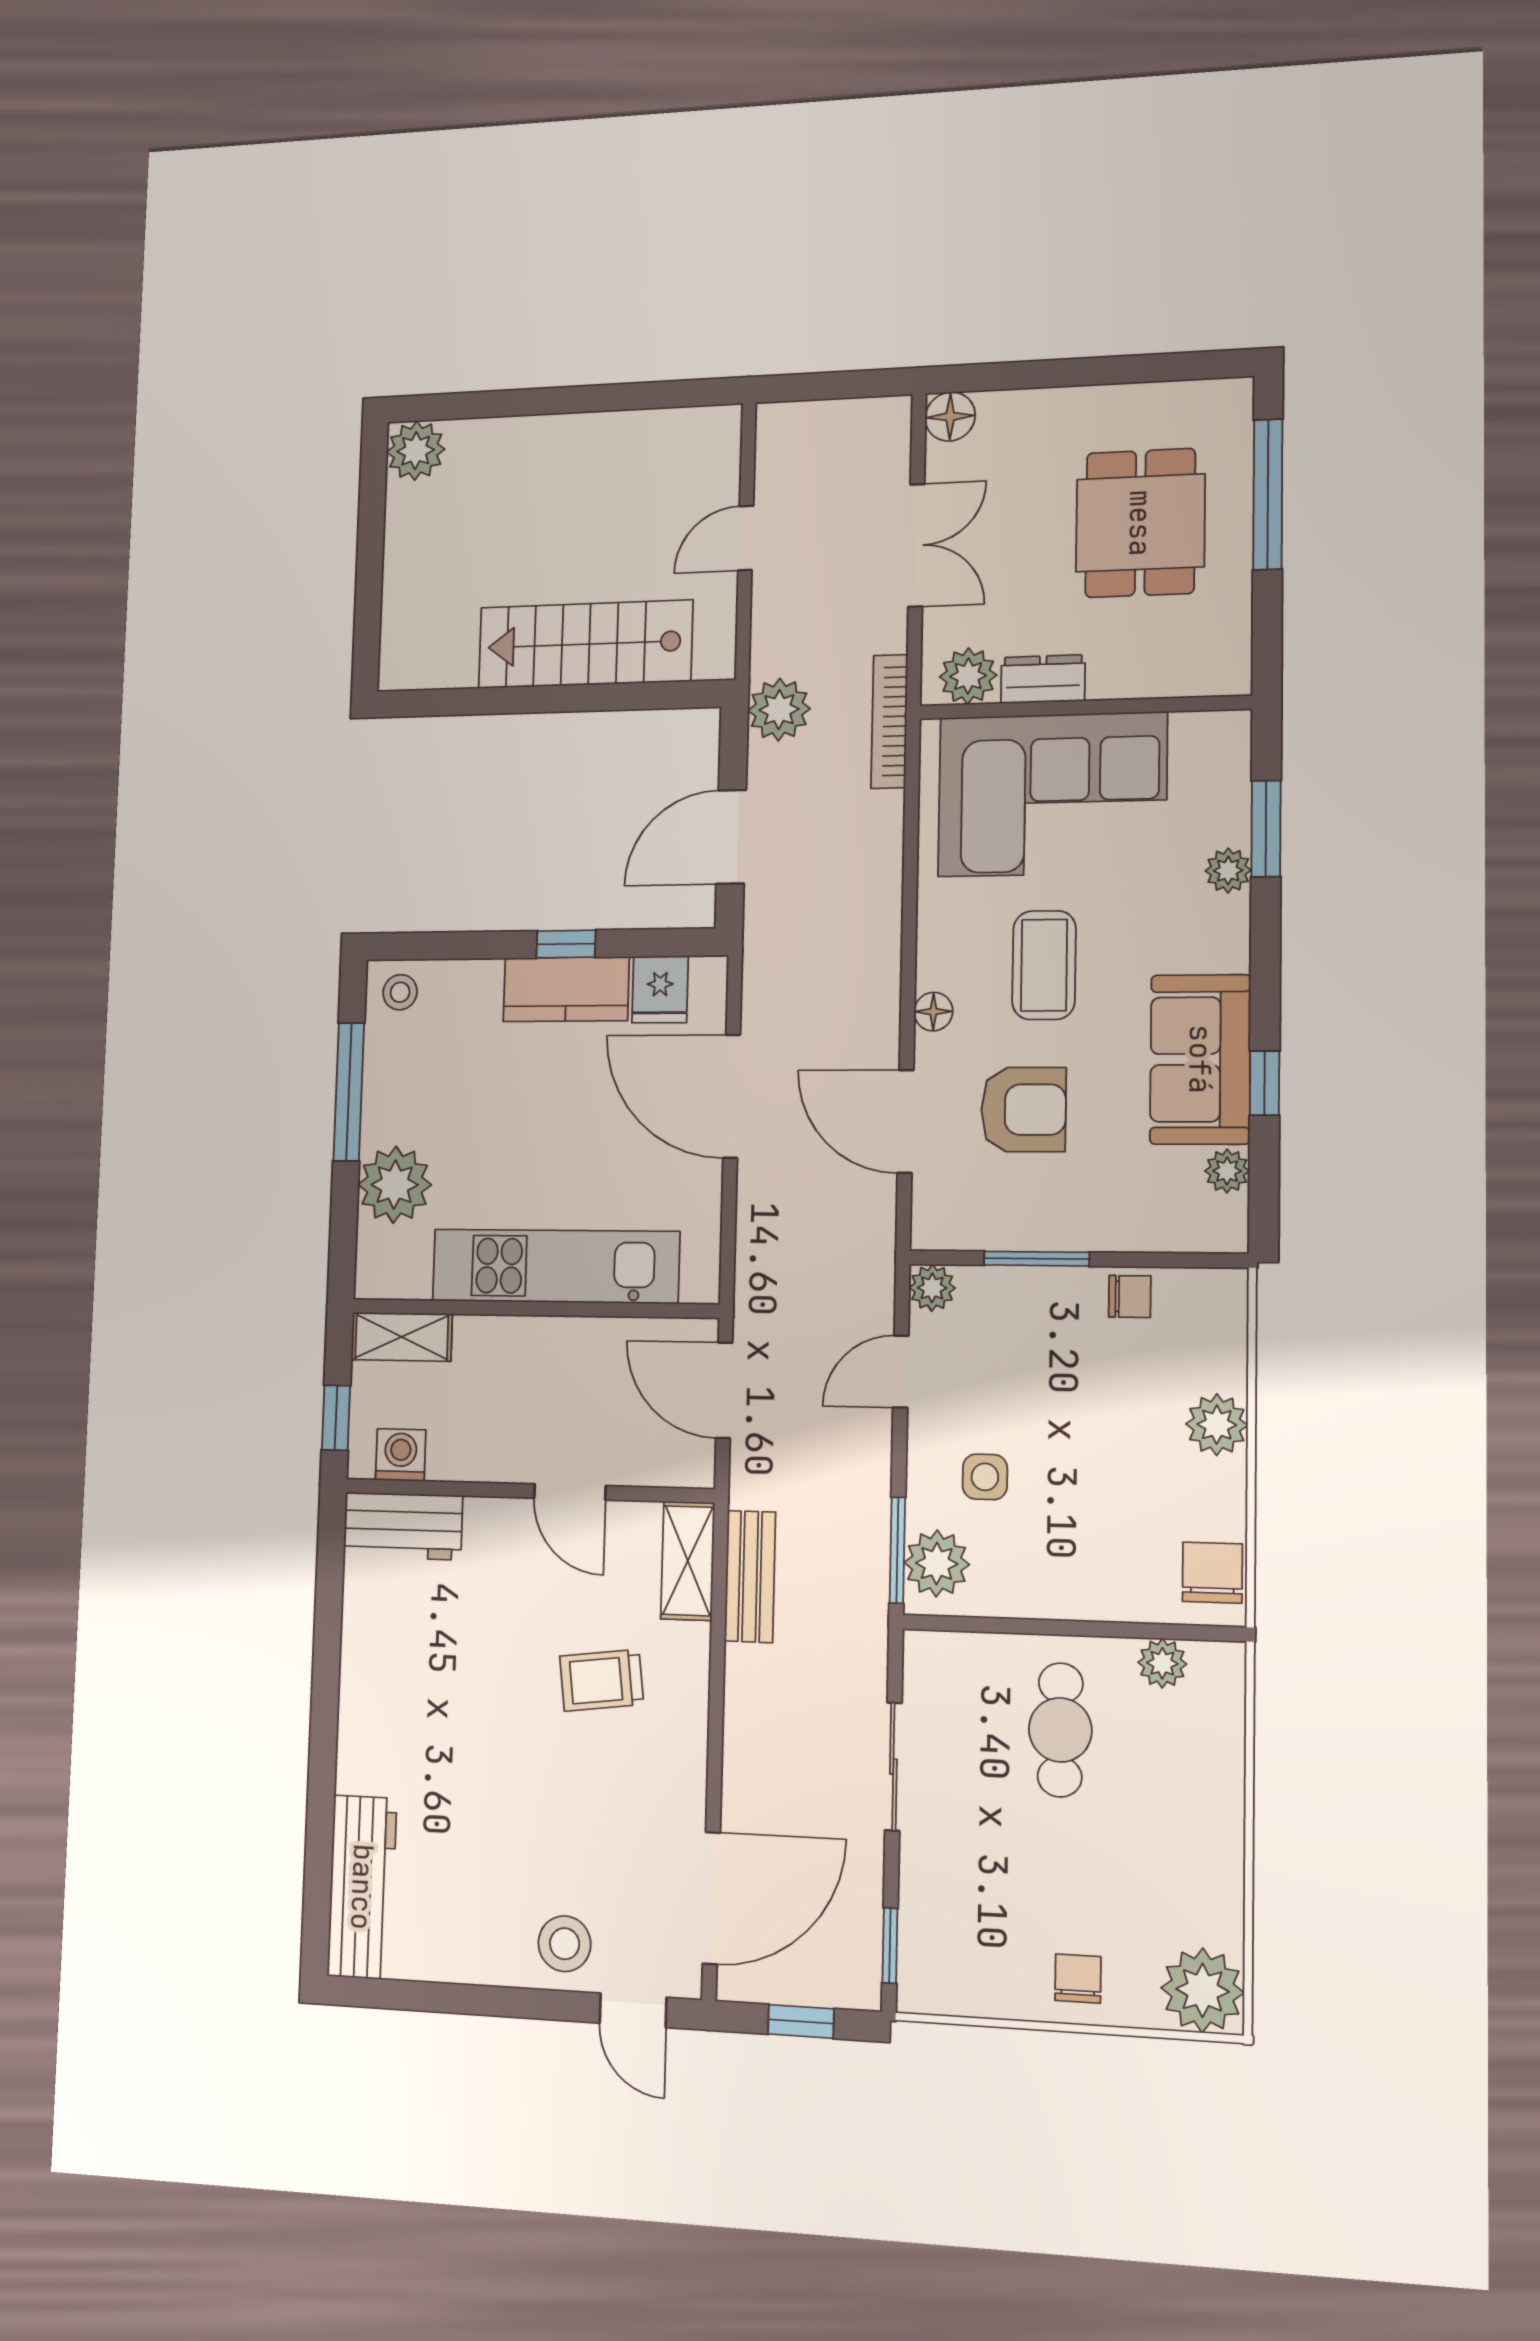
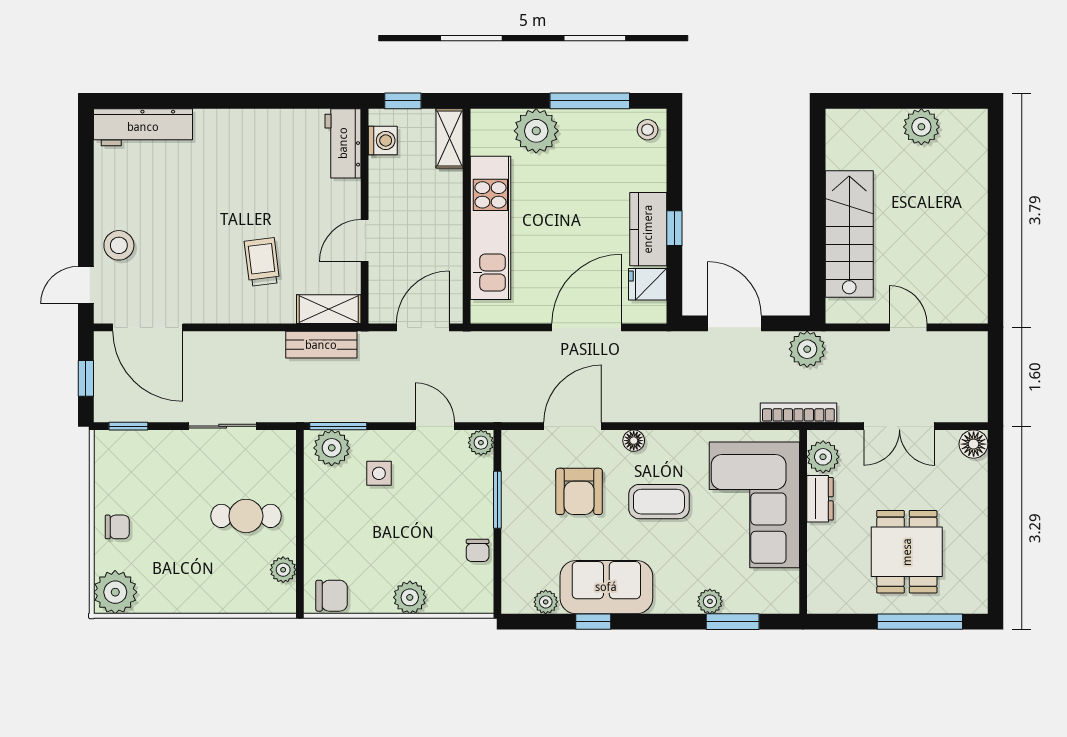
plant: (416, 451) -> (921, 127), moved
dining table: (1140, 523) -> (907, 552), turned 90

